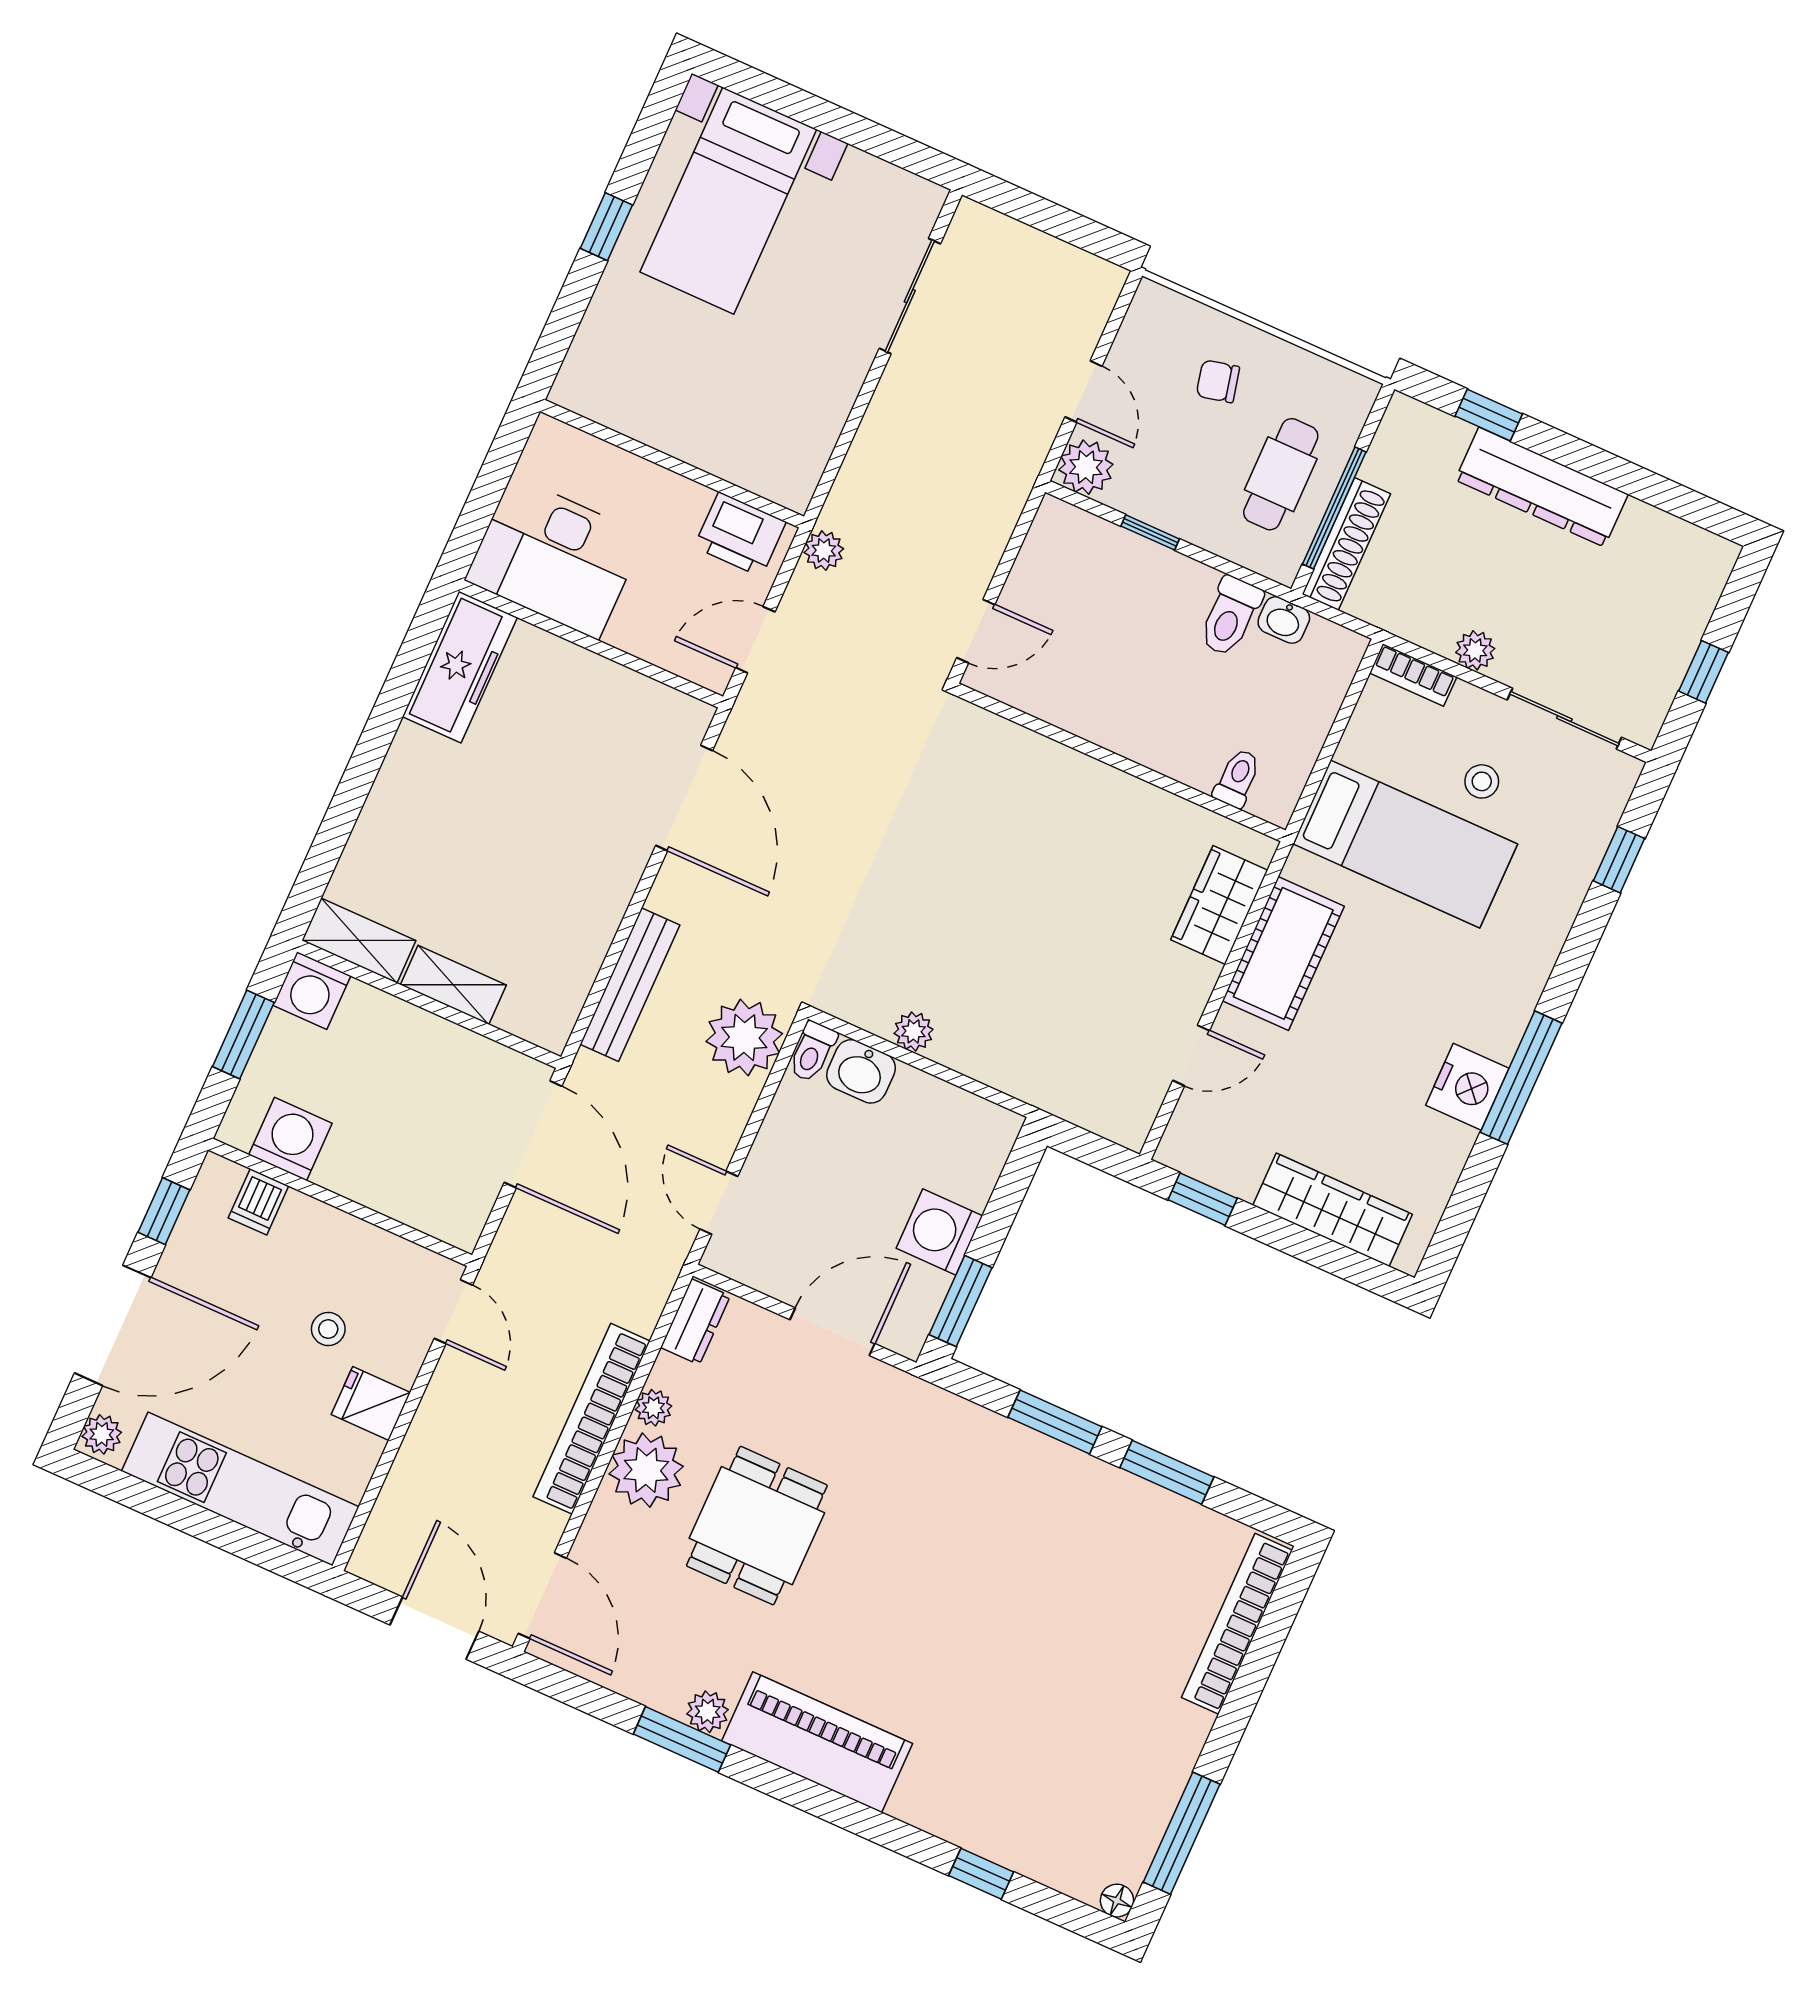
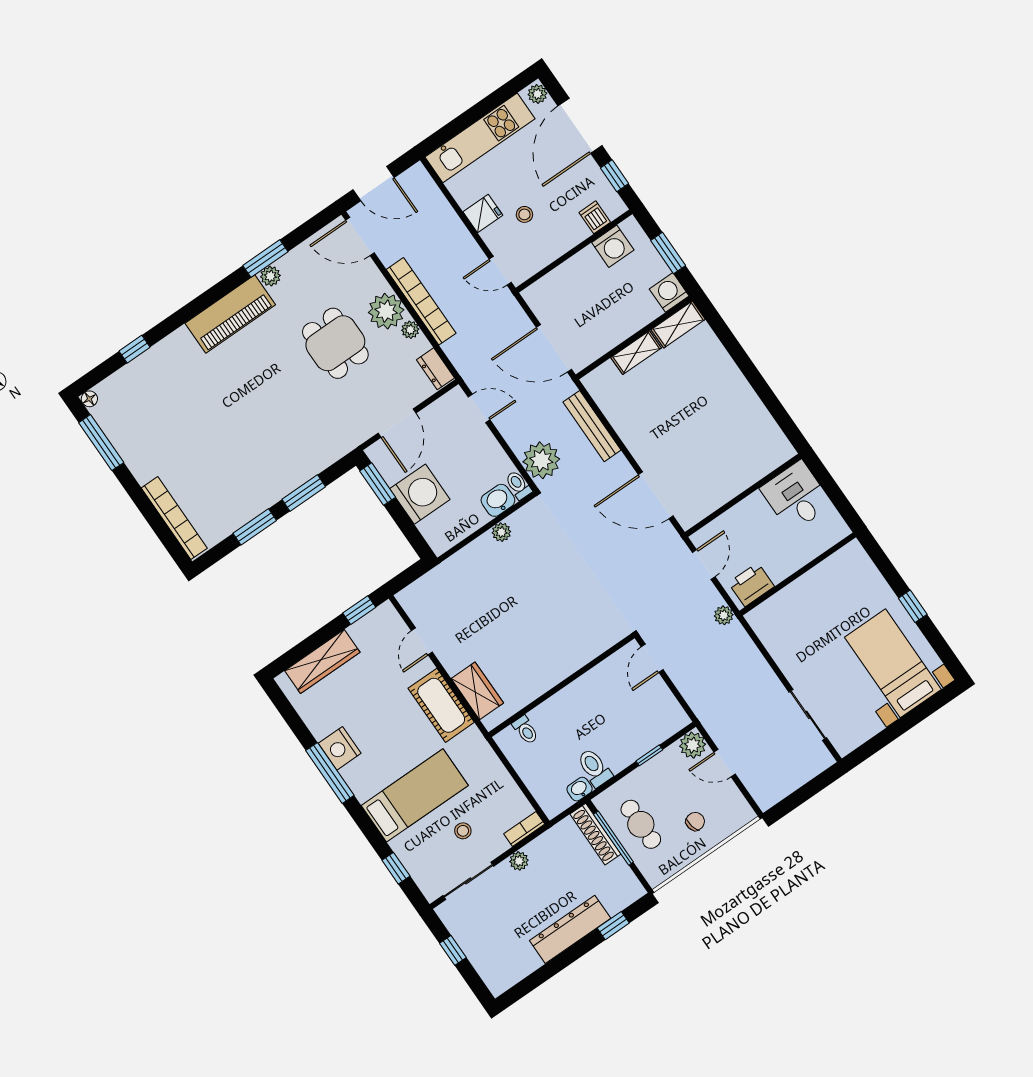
desk: (555, 558) -> (796, 496), width x0.73
freezer: (460, 667) -> (766, 435), removed
bed: (1405, 844) -> (415, 795), moved, turned 180
washing machine: (939, 1232) -> (420, 494), width x1.37, depth x1.37

